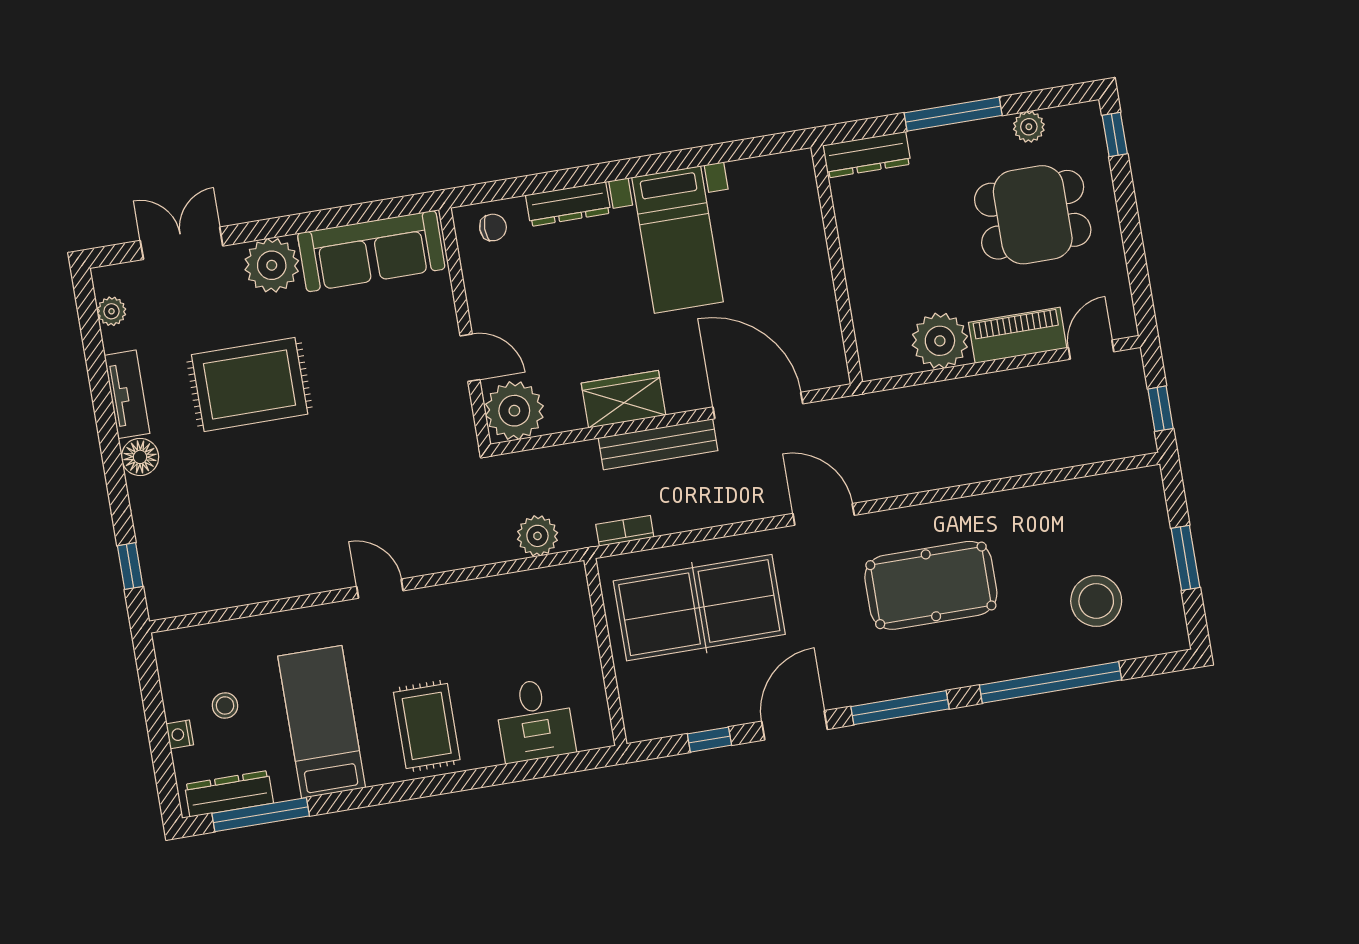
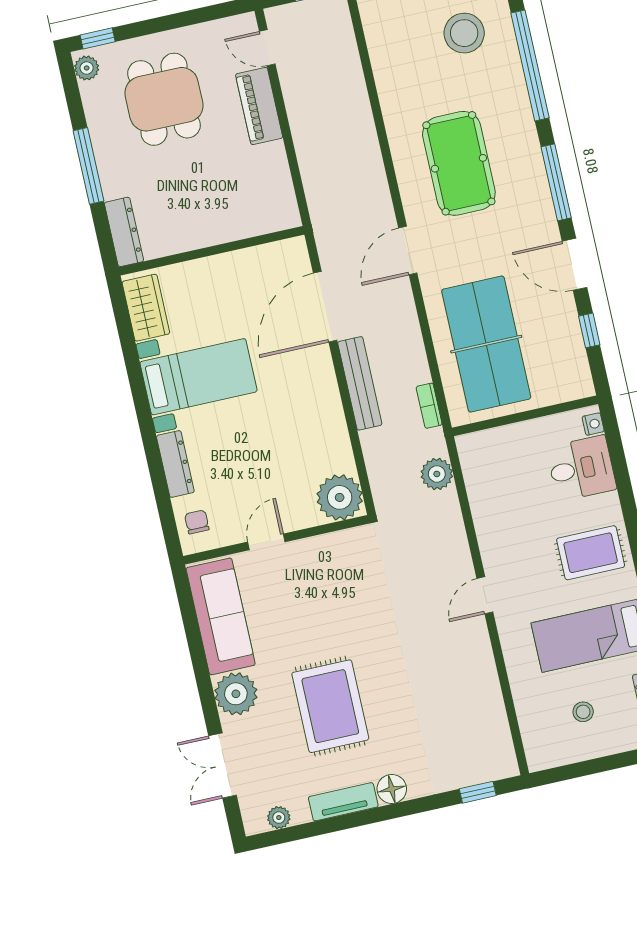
plant: (1029, 127) -> (87, 68), moved
plant: (940, 341) -> (267, 167), removed
door: (470, 358) -> (266, 542), moved
wardrobe: (624, 399) -> (146, 308), moved, turned 180
nightstand: (180, 734) -> (593, 424), moved, turned -90

